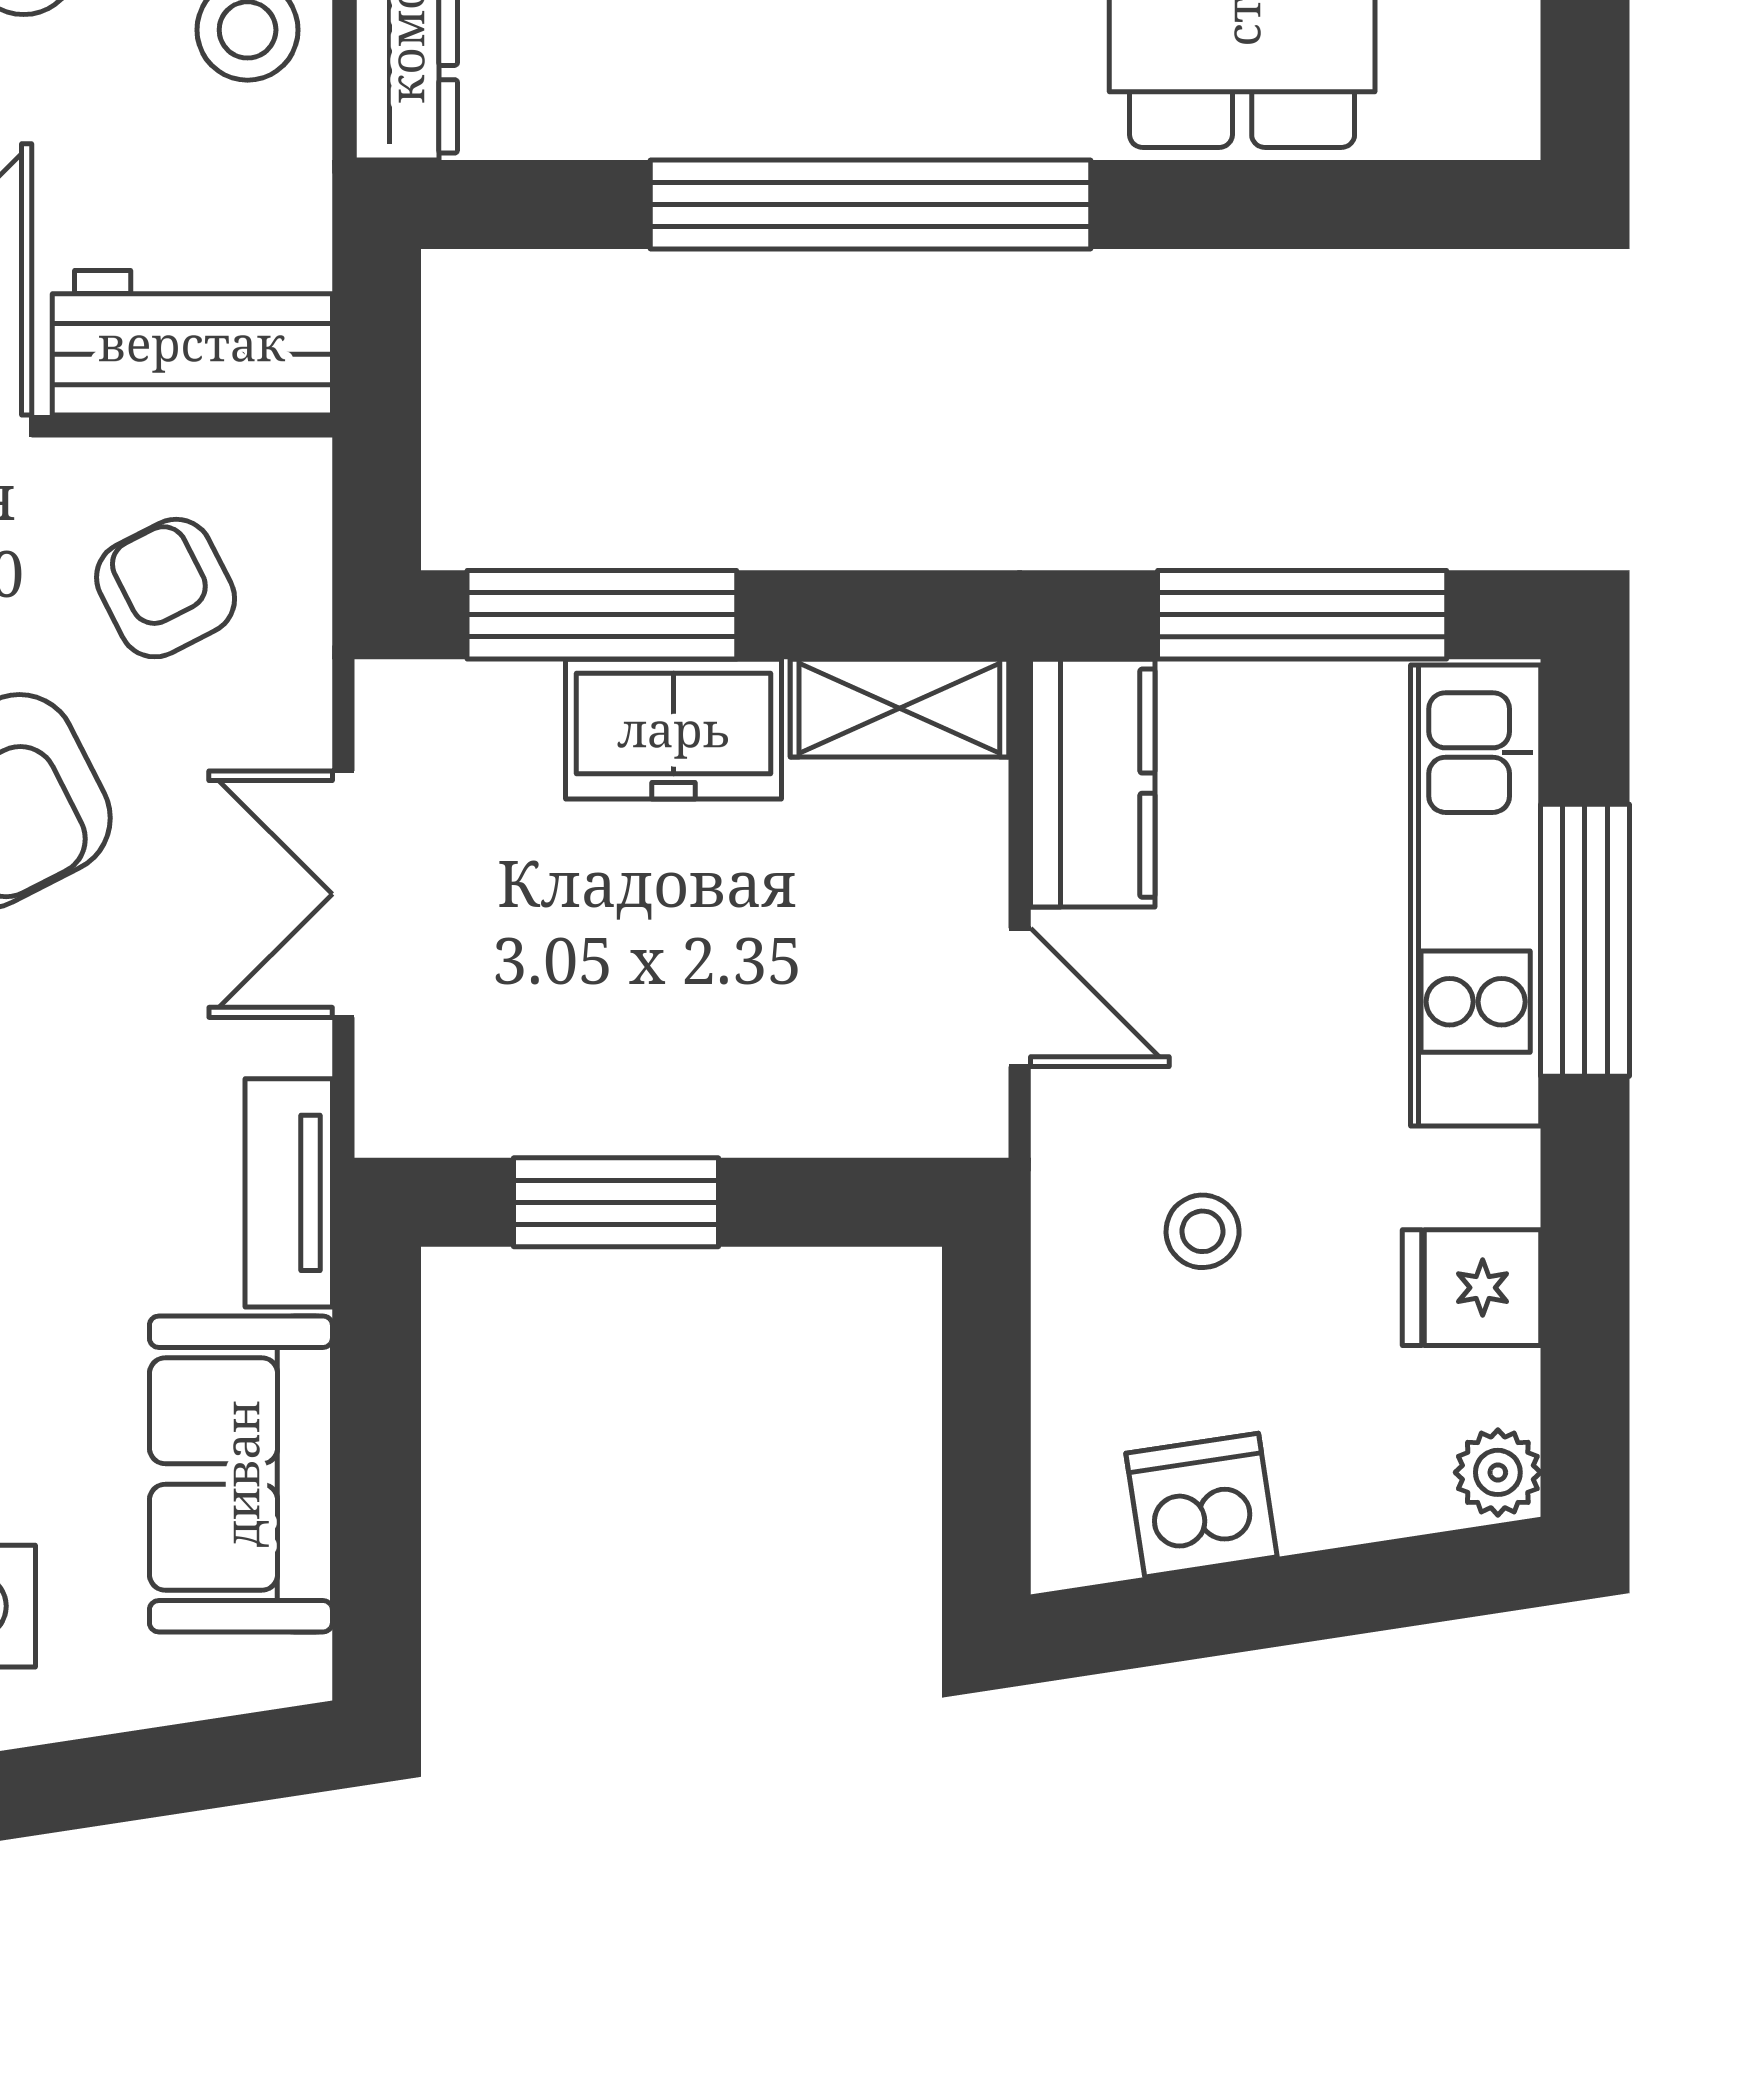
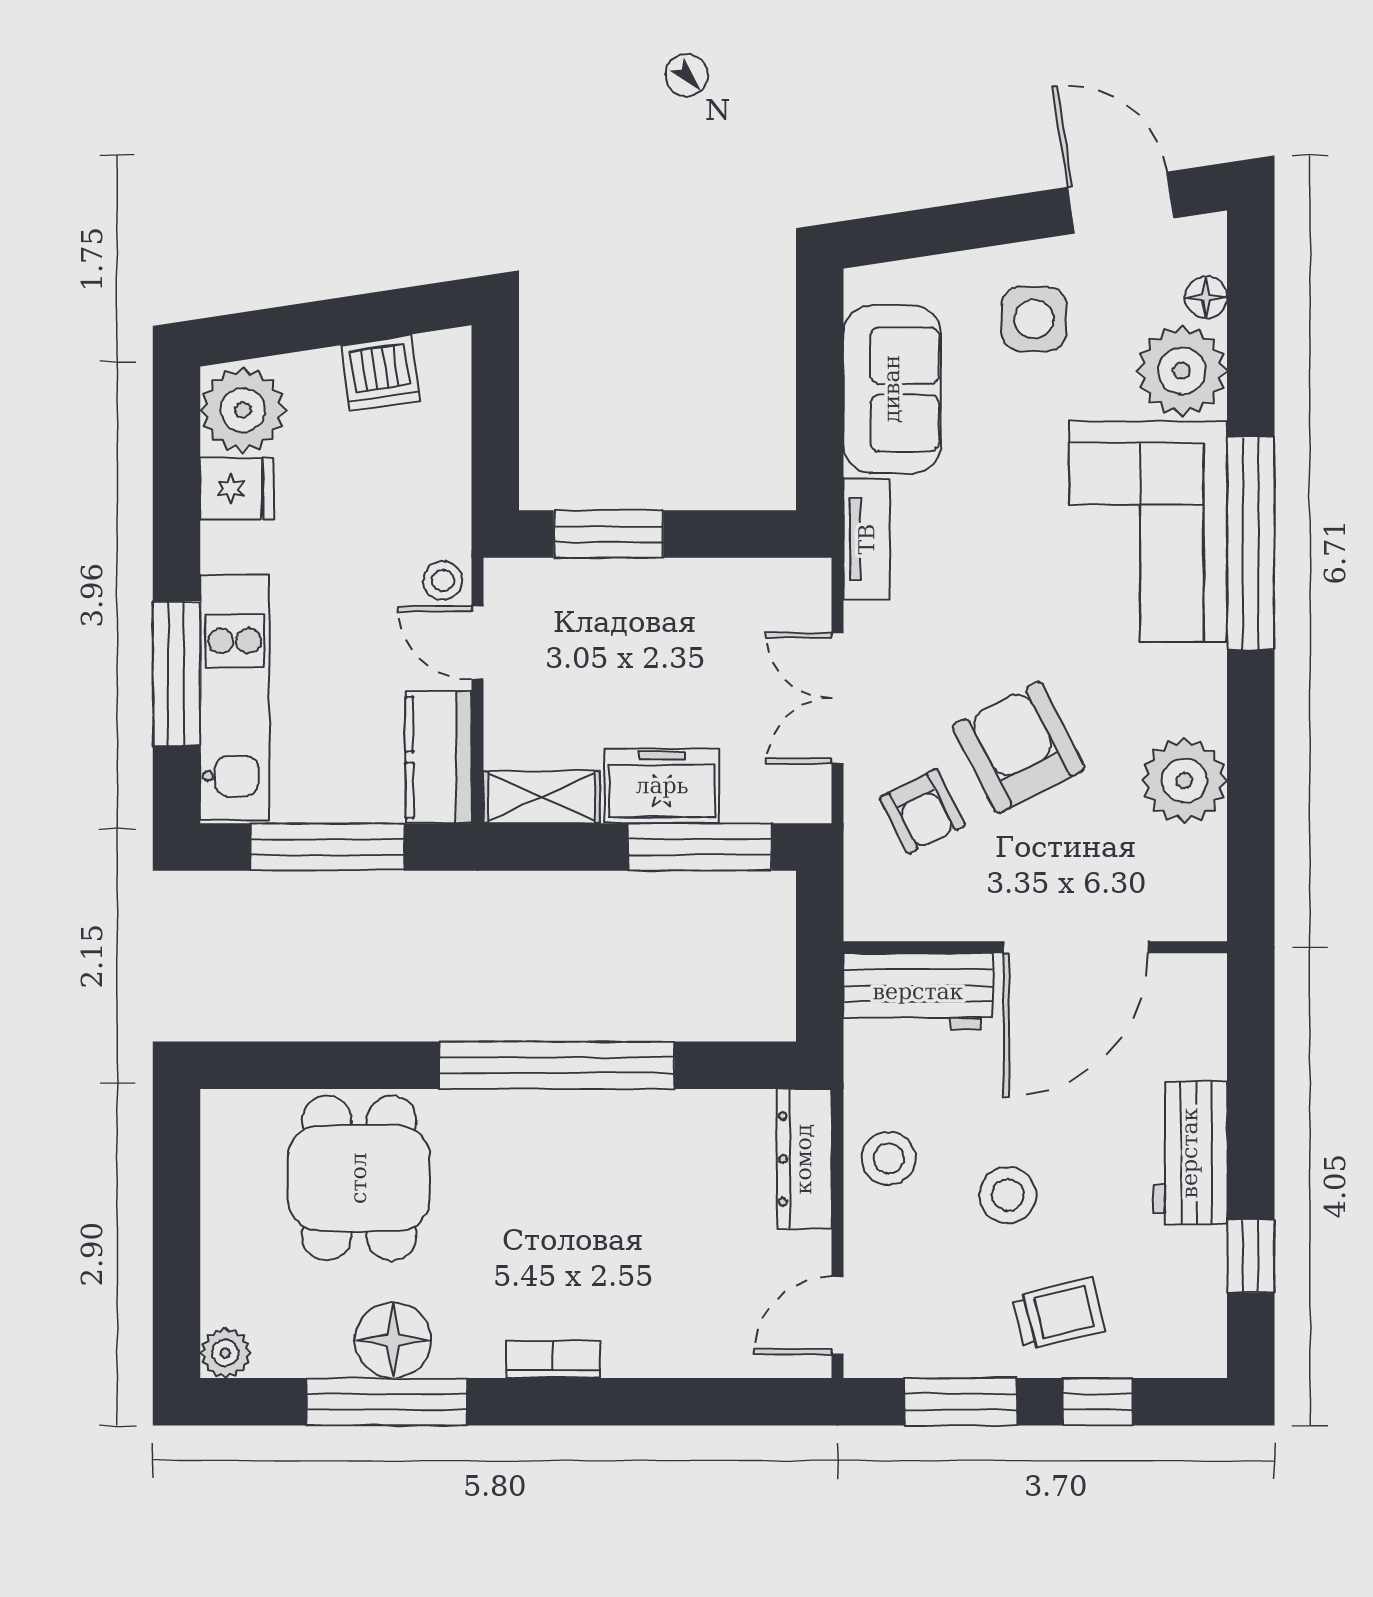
armchair: (166, 588) -> (922, 811), moved
double door: (343, 894) -> (838, 698), swing flipped
window: (616, 1202) -> (608, 534), moved
stool: (1203, 1231) -> (443, 581), moved
plant: (1498, 1472) -> (243, 410), width x1.88, depth x1.88

